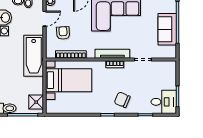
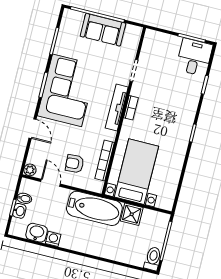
chair: (122, 100) -> (178, 110), removed
shower: (36, 102) -> (132, 214), moved

